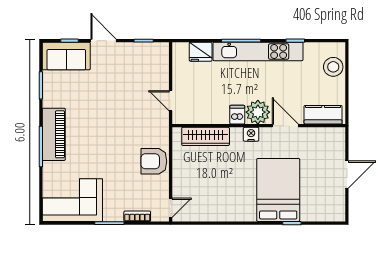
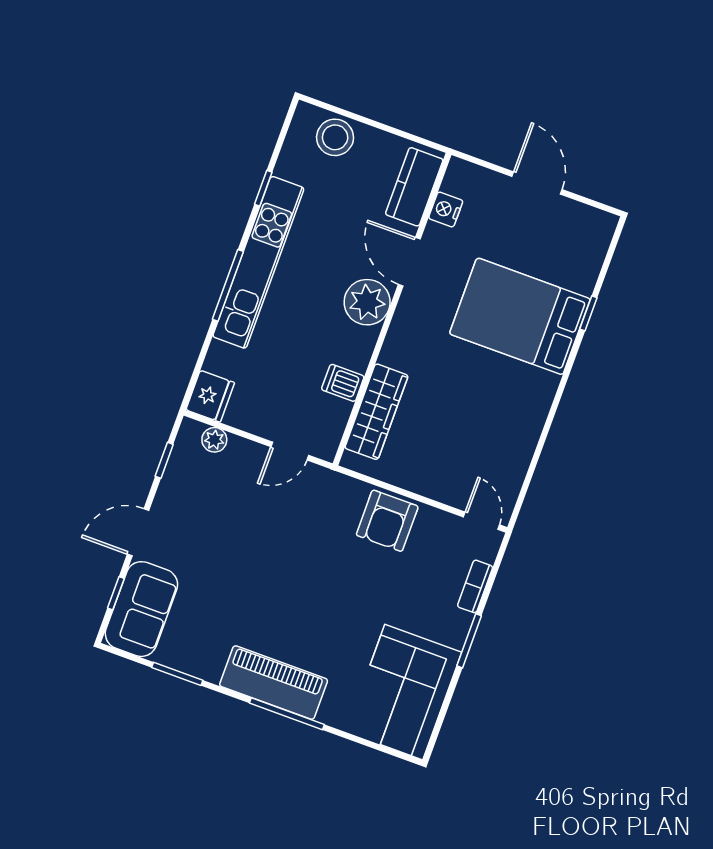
fridge: (201, 52) -> (210, 396), moved
plant: (163, 62) -> (214, 440), added
dishwasher: (237, 115) -> (343, 383), moved
door: (285, 126) -> (409, 262), hinge flipped
nightstand: (251, 134) -> (446, 209), moved

